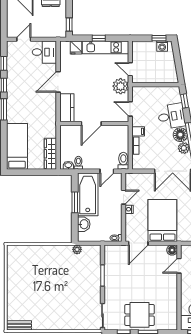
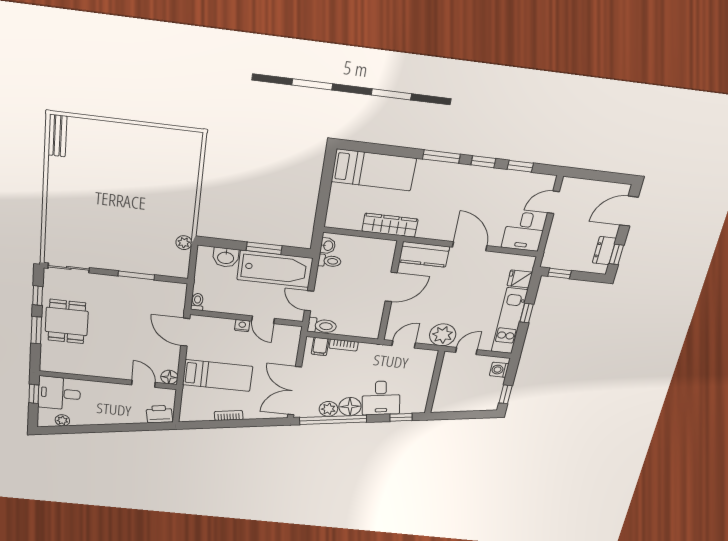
door: (24, 39) -> (553, 202), swing flipped
washing machine: (162, 46) -> (499, 370), moved
door: (91, 123) -> (391, 287), swing flipped
filing cabinet: (138, 131) -> (320, 346), moved
wardrobe: (50, 154) -> (390, 225), moved
bed: (162, 220) -> (218, 376), width x0.67

